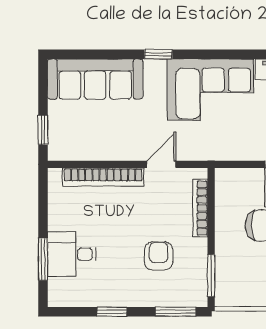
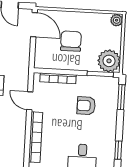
plant: (233, 289) -> (109, 61), added
window: (112, 312) -> (118, 150), moved

